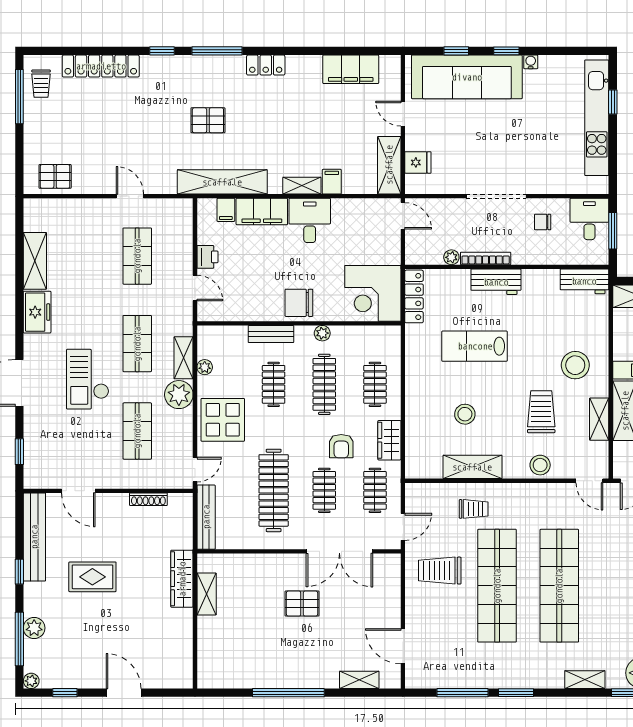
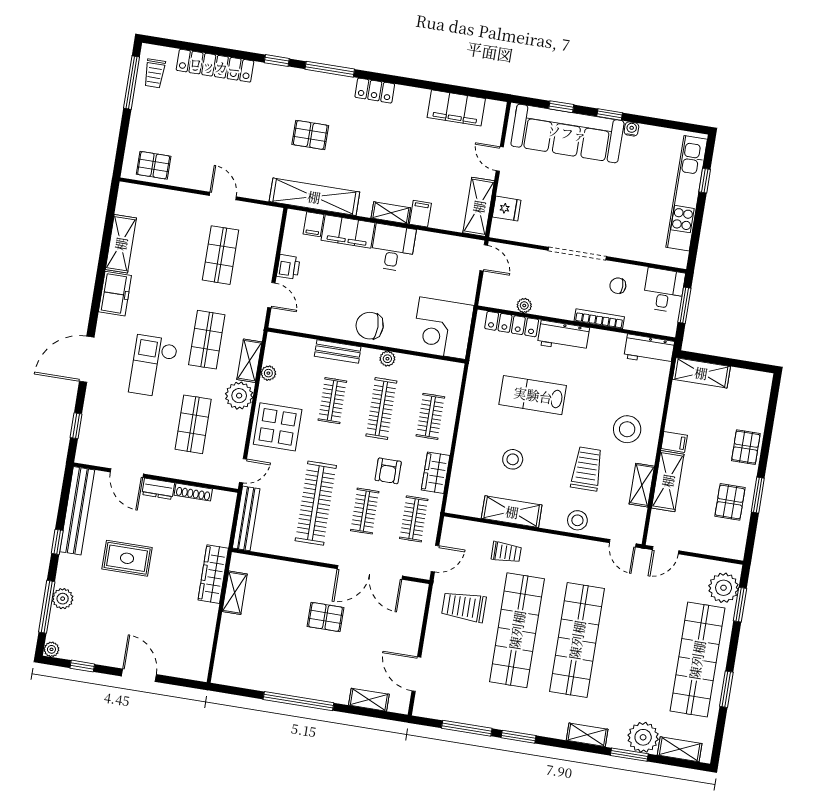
bookcase: (486, 258) -> (599, 319), moved
locker: (414, 296) -> (512, 324), moved, turned 90
dresser: (112, 502) -> (158, 489), added

